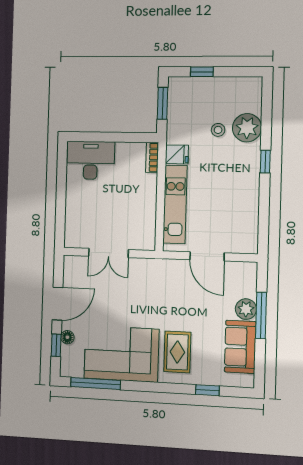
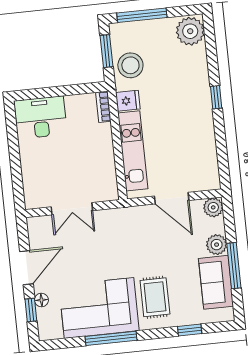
window: (202, 72) -> (142, 15), width x2.17
plant: (247, 128) -> (190, 31), moved
stool: (218, 130) -> (130, 65), moved, width x1.89, depth x1.89
plant: (248, 271) -> (213, 207), added
window: (261, 315) -> (234, 266), moved
window: (96, 383) -> (111, 338), moved

